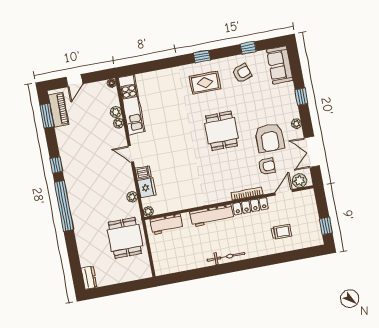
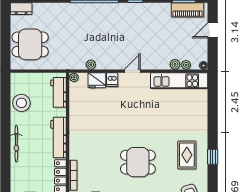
door: (74, 81) -> (213, 30), hinge flipped
plant: (119, 123) -> (186, 65), moved
dining table: (125, 238) -> (30, 44), moved
stool: (184, 259) -> (21, 103), added

